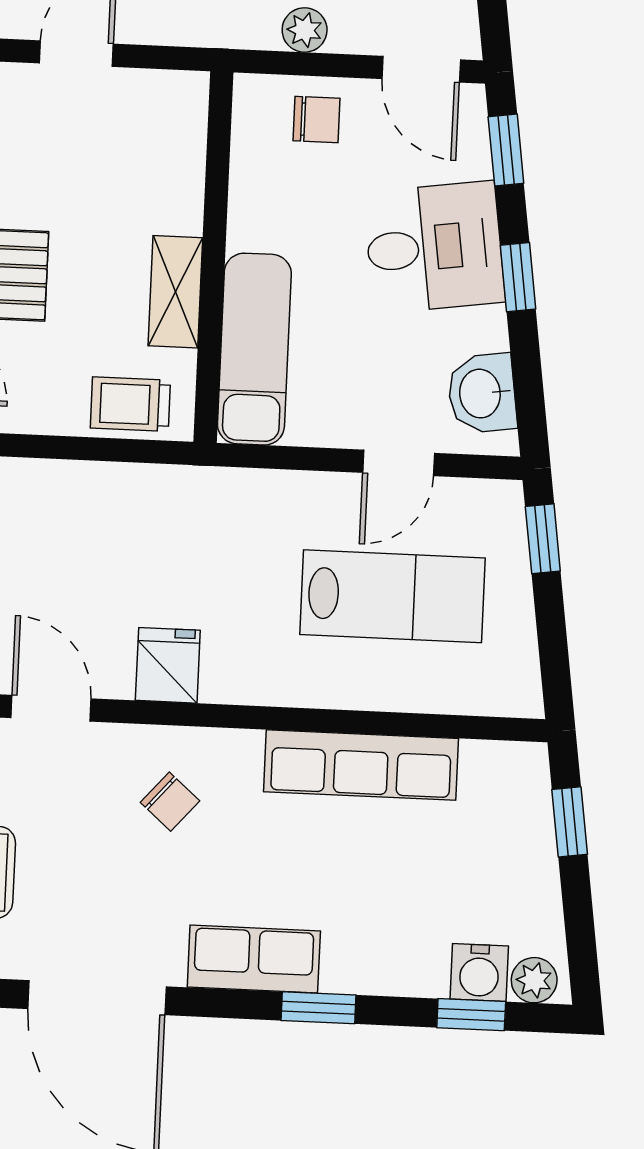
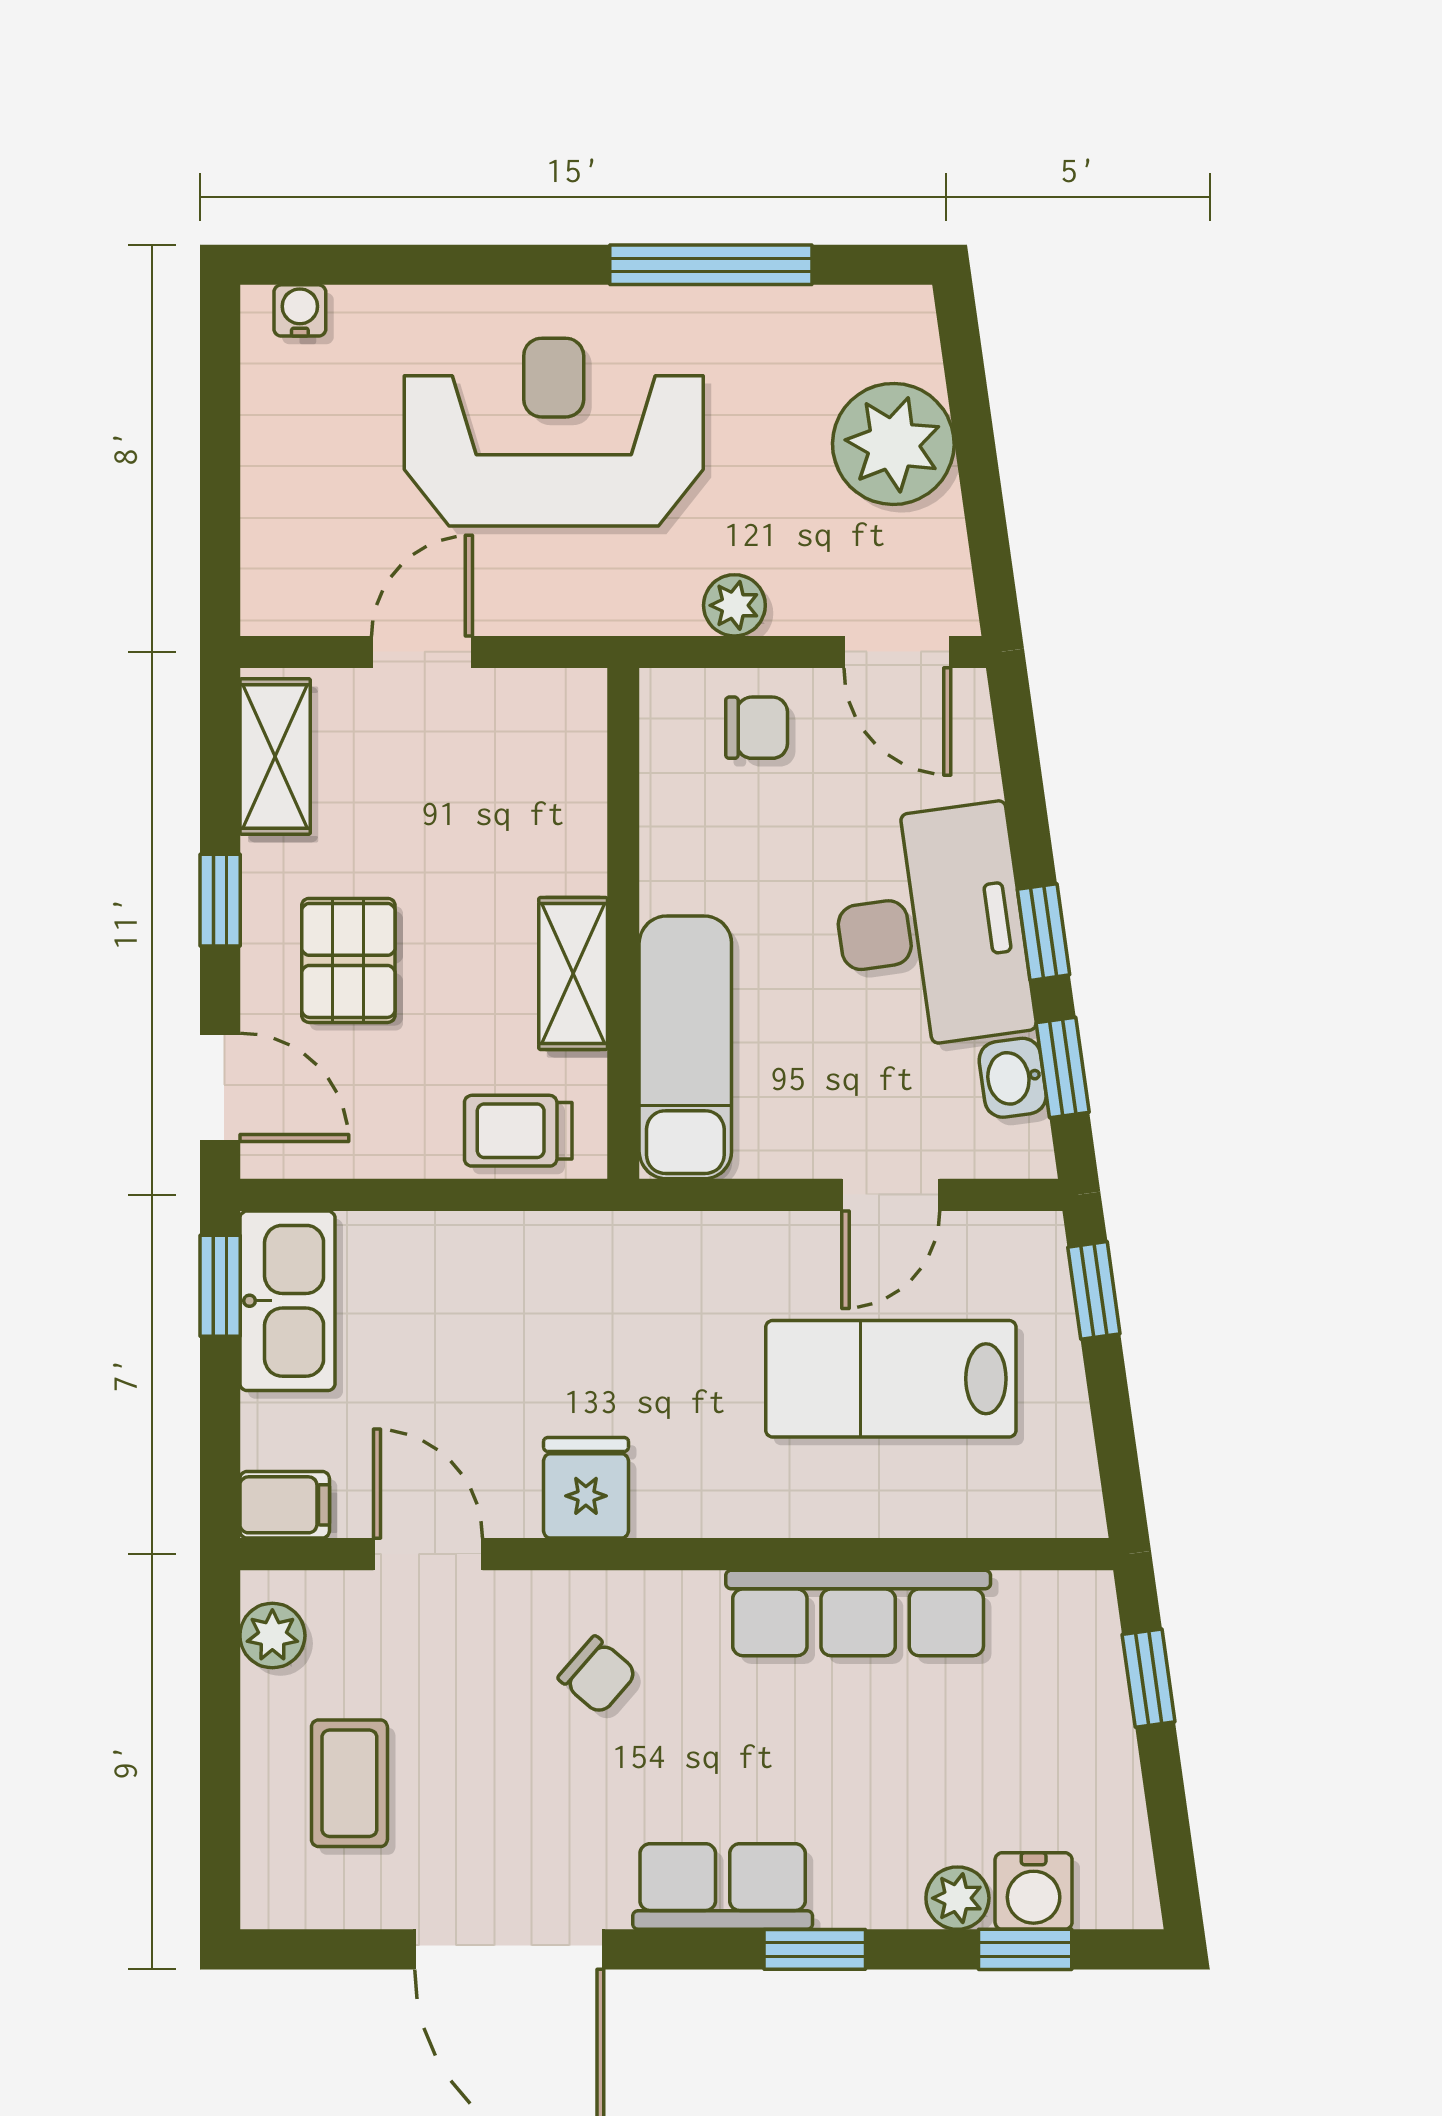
window: (506, 150) -> (1063, 1067), moved
desk: (434, 247) -> (931, 927), width x1.37
washbasin: (482, 393) -> (1013, 1078), width x0.72, depth x0.69
lab bench: (393, 596) -> (891, 1379), turned 180
plant: (534, 980) -> (957, 1898), moved

